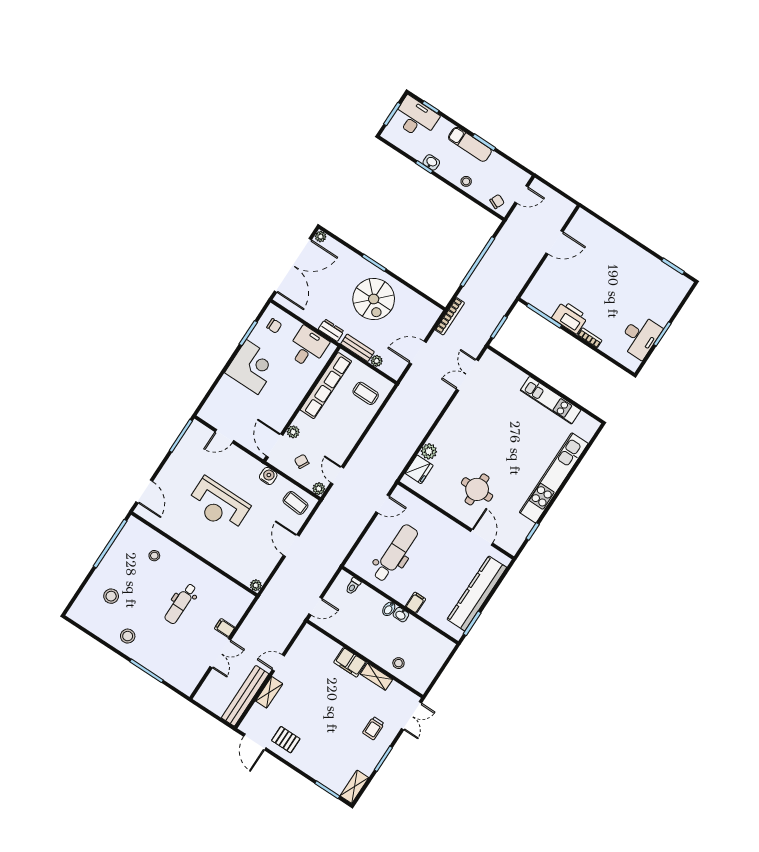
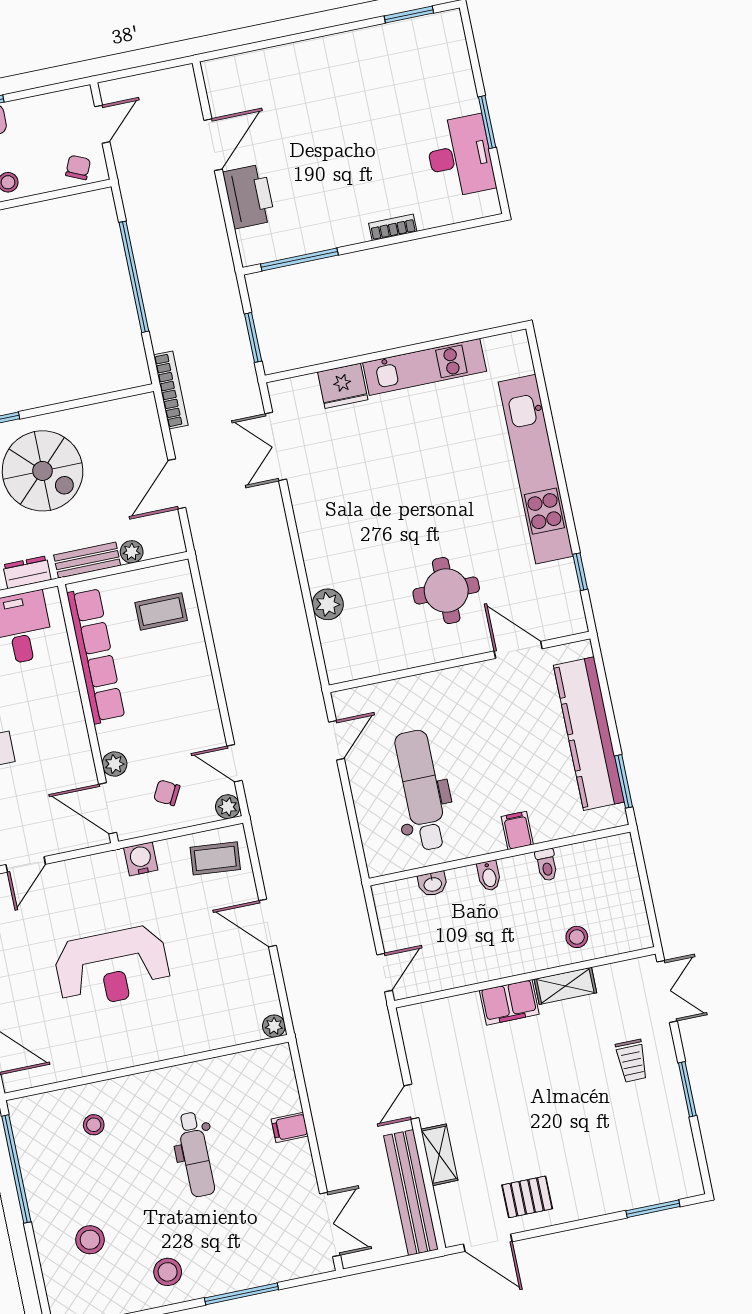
printer: (570, 317) -> (249, 196), moved, turned 90
fridge: (419, 469) -> (343, 386), moved, turned 90
toilet: (353, 586) -> (547, 865), moved
washbasin: (401, 615) -> (433, 884), moved
double door: (220, 653) -> (330, 1224), moved
shelving: (354, 787) -> (686, 1167), removed

